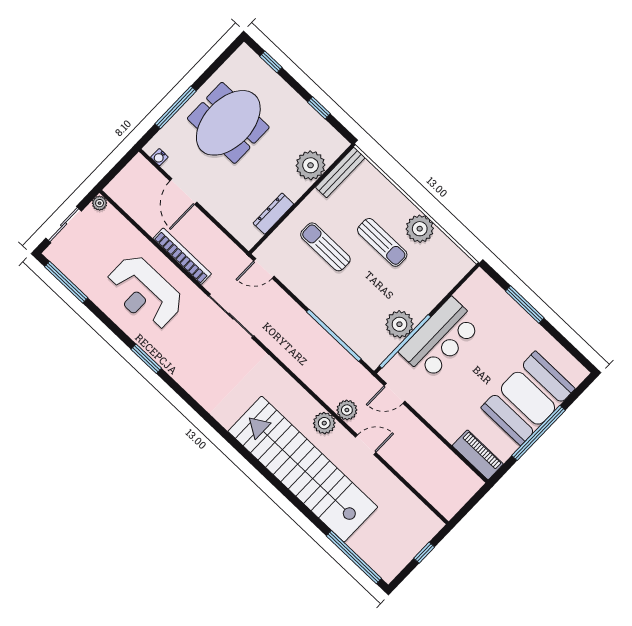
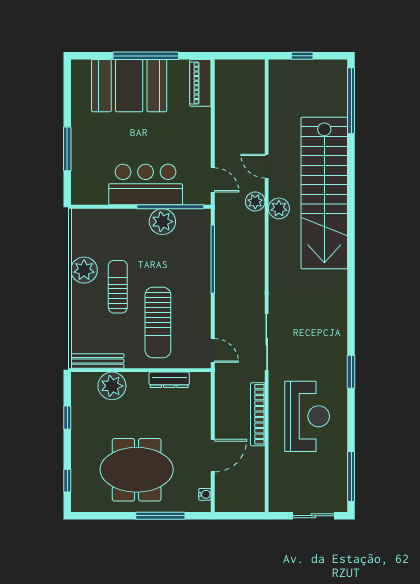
plant: (100, 203) -> (275, 505), removed
sun lounger: (325, 247) -> (158, 323), width x1.36, depth x1.34

